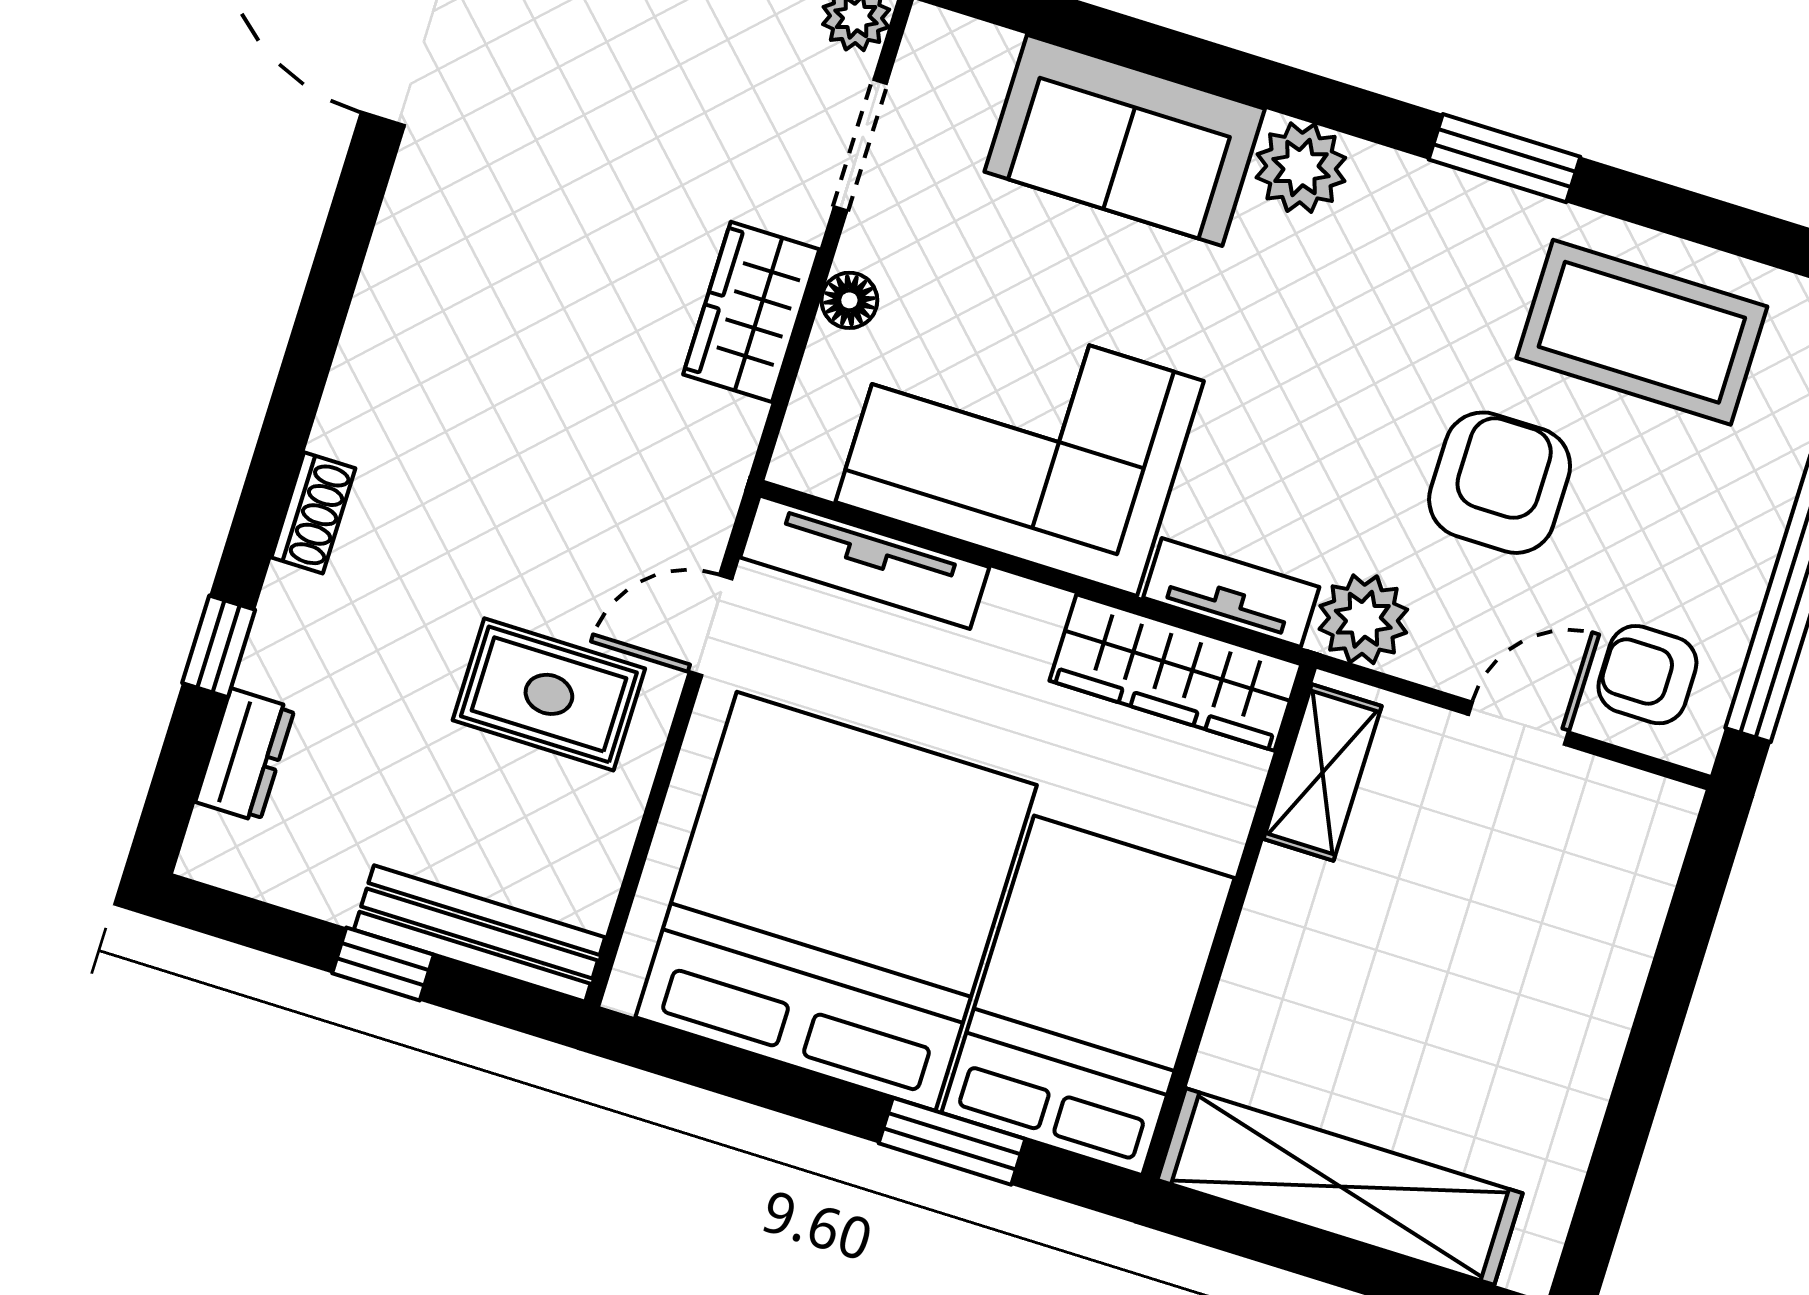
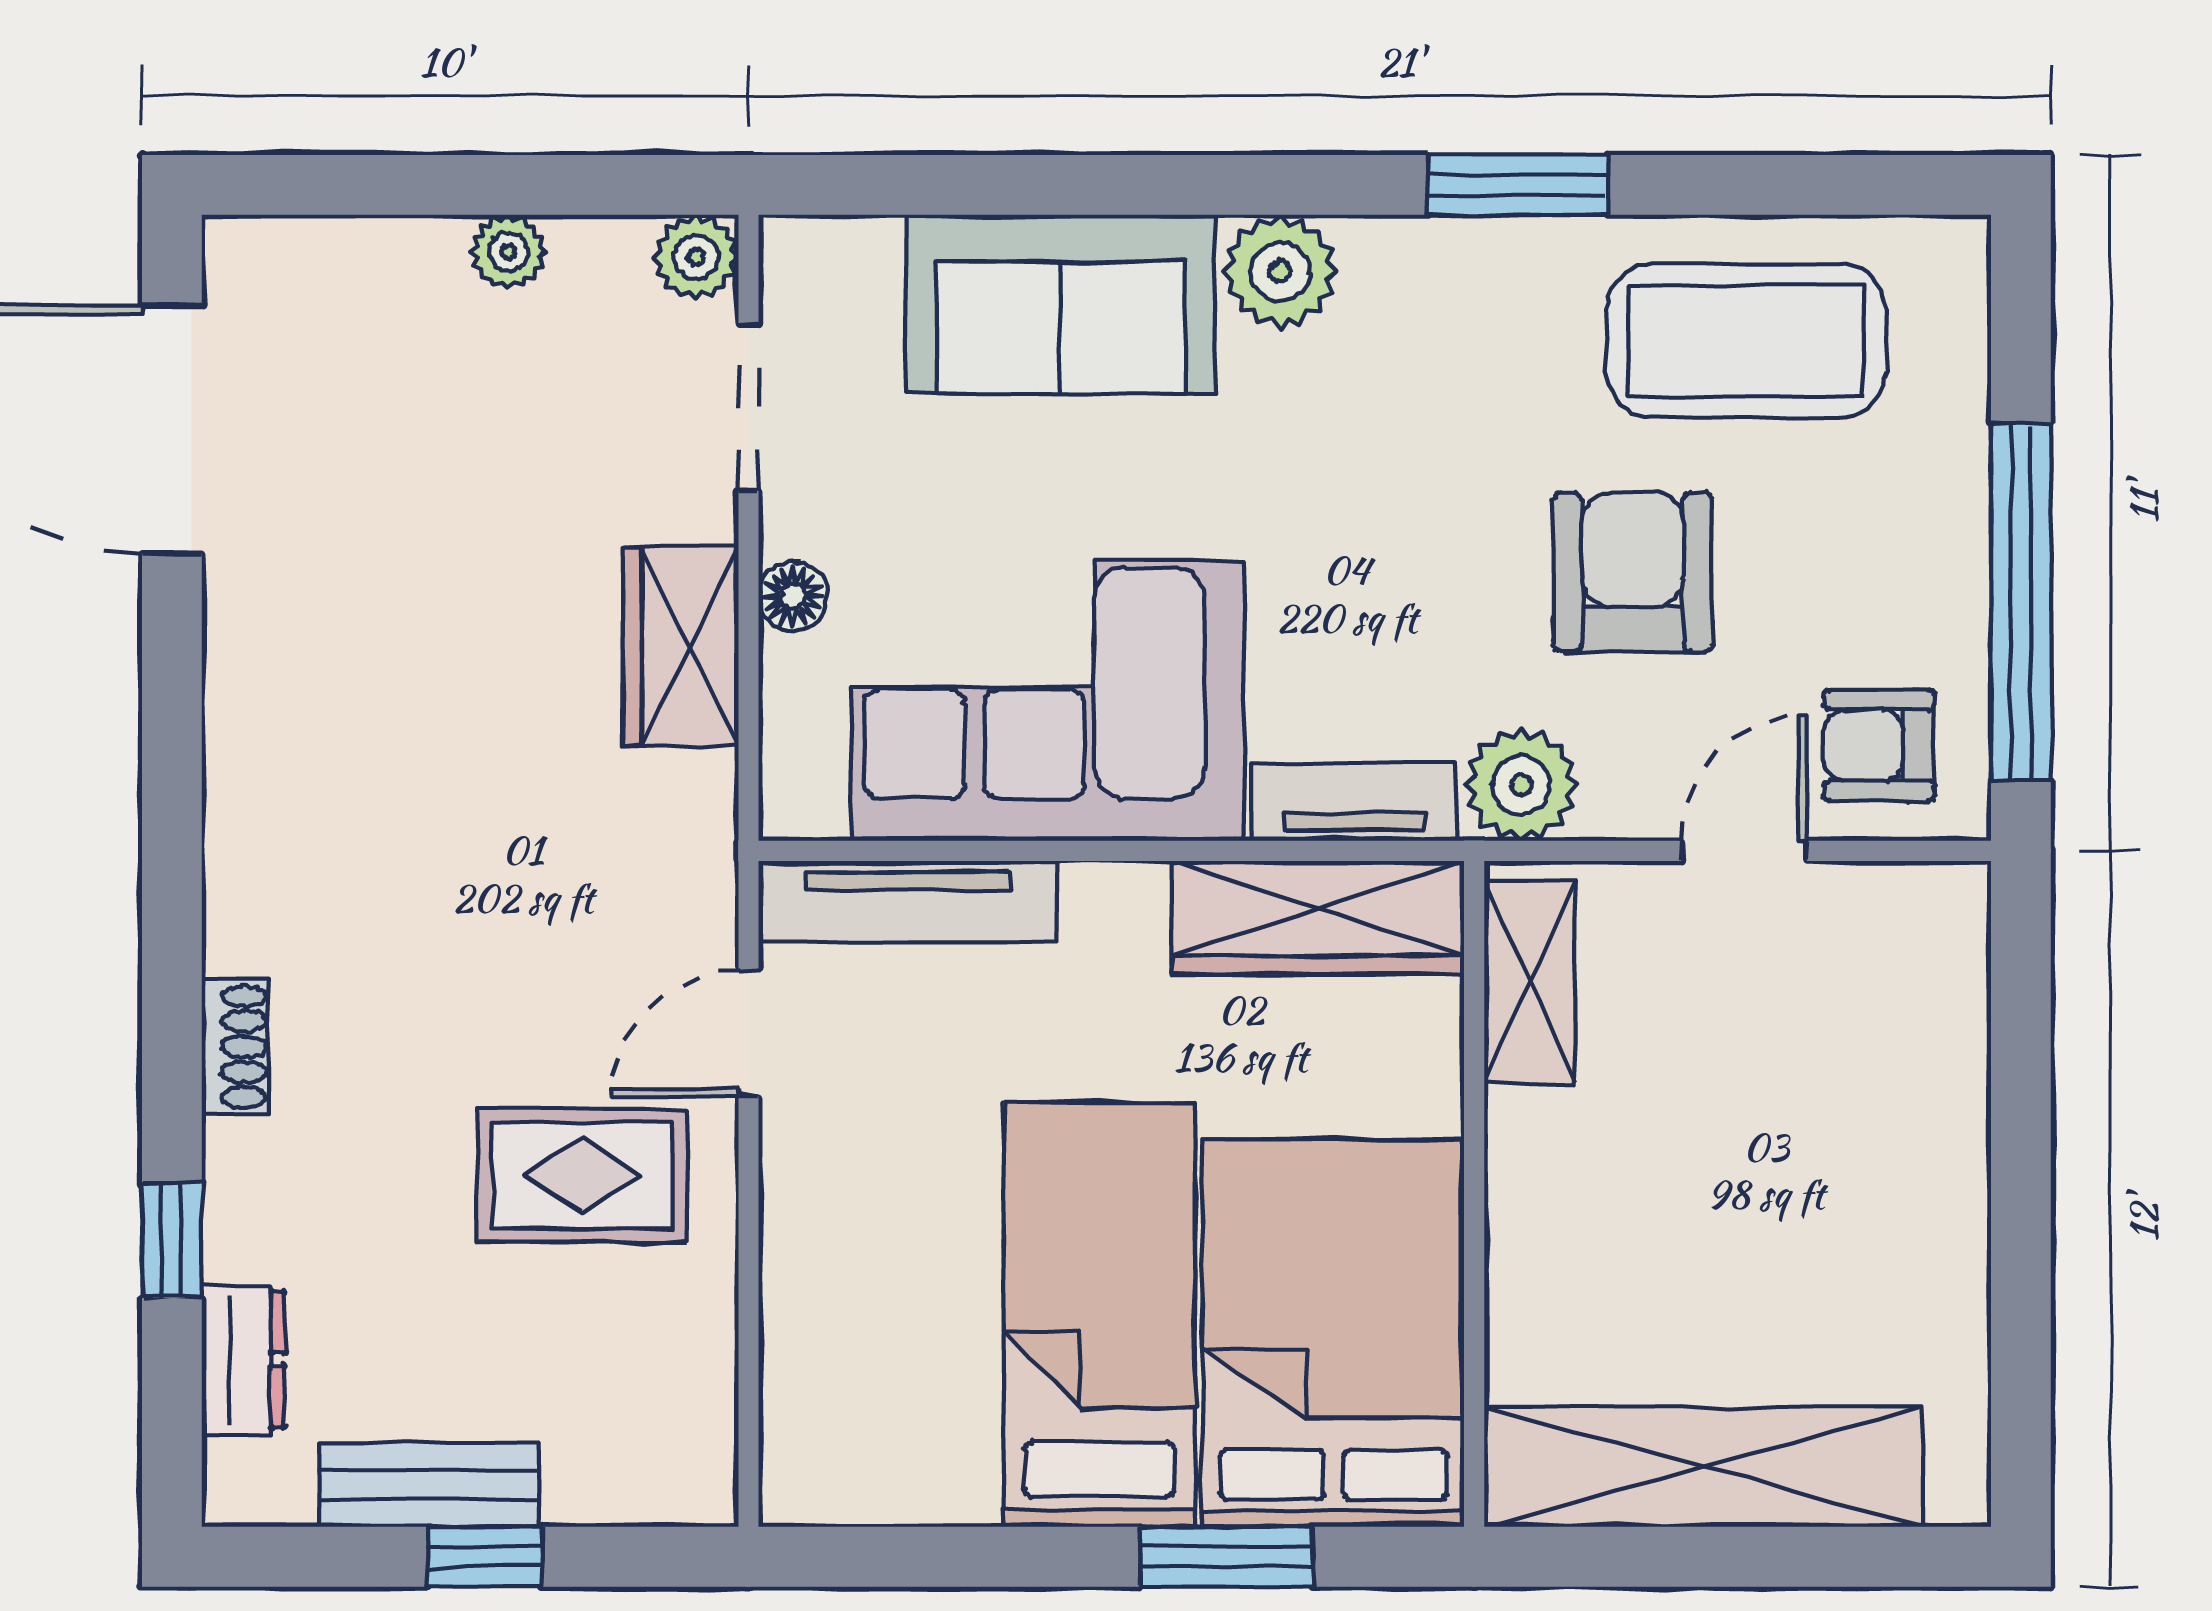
bed: (836, 901) -> (1099, 1315), width x0.49
bench: (480, 933) -> (429, 1485), moved, width x0.73

